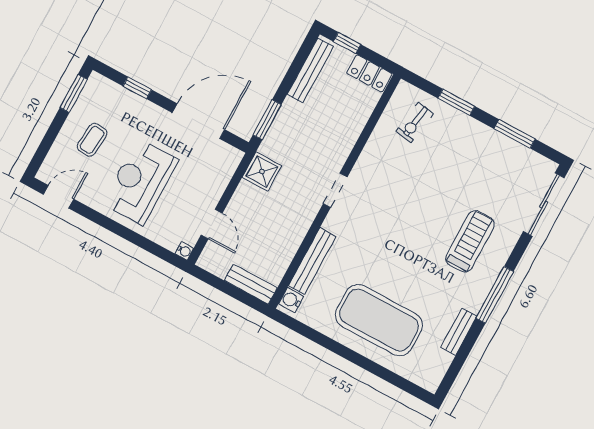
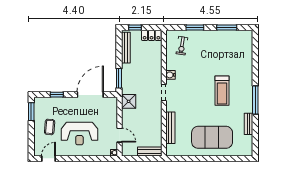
reception desk: (140, 182) -> (79, 134), turned -90
sliding door: (544, 205) -> (255, 51), removed
treadmill: (470, 241) -> (222, 91), moved, turned 180
water cooler: (291, 300) -> (170, 75), moved

